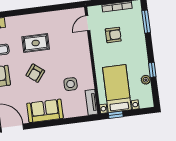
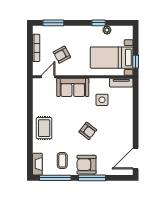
door: (88, 23) -> (48, 77), swing flipped
armchair: (113, 35) -> (62, 55), turned -118
rug: (36, 43) -> (44, 128), moved
sofa: (45, 111) -> (73, 87), moved, turned -90

